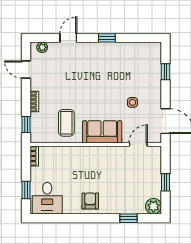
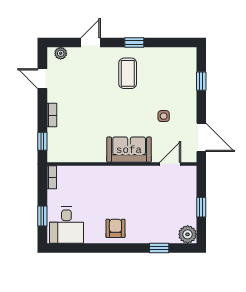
coffee table: (66, 123) -> (128, 73), moved

